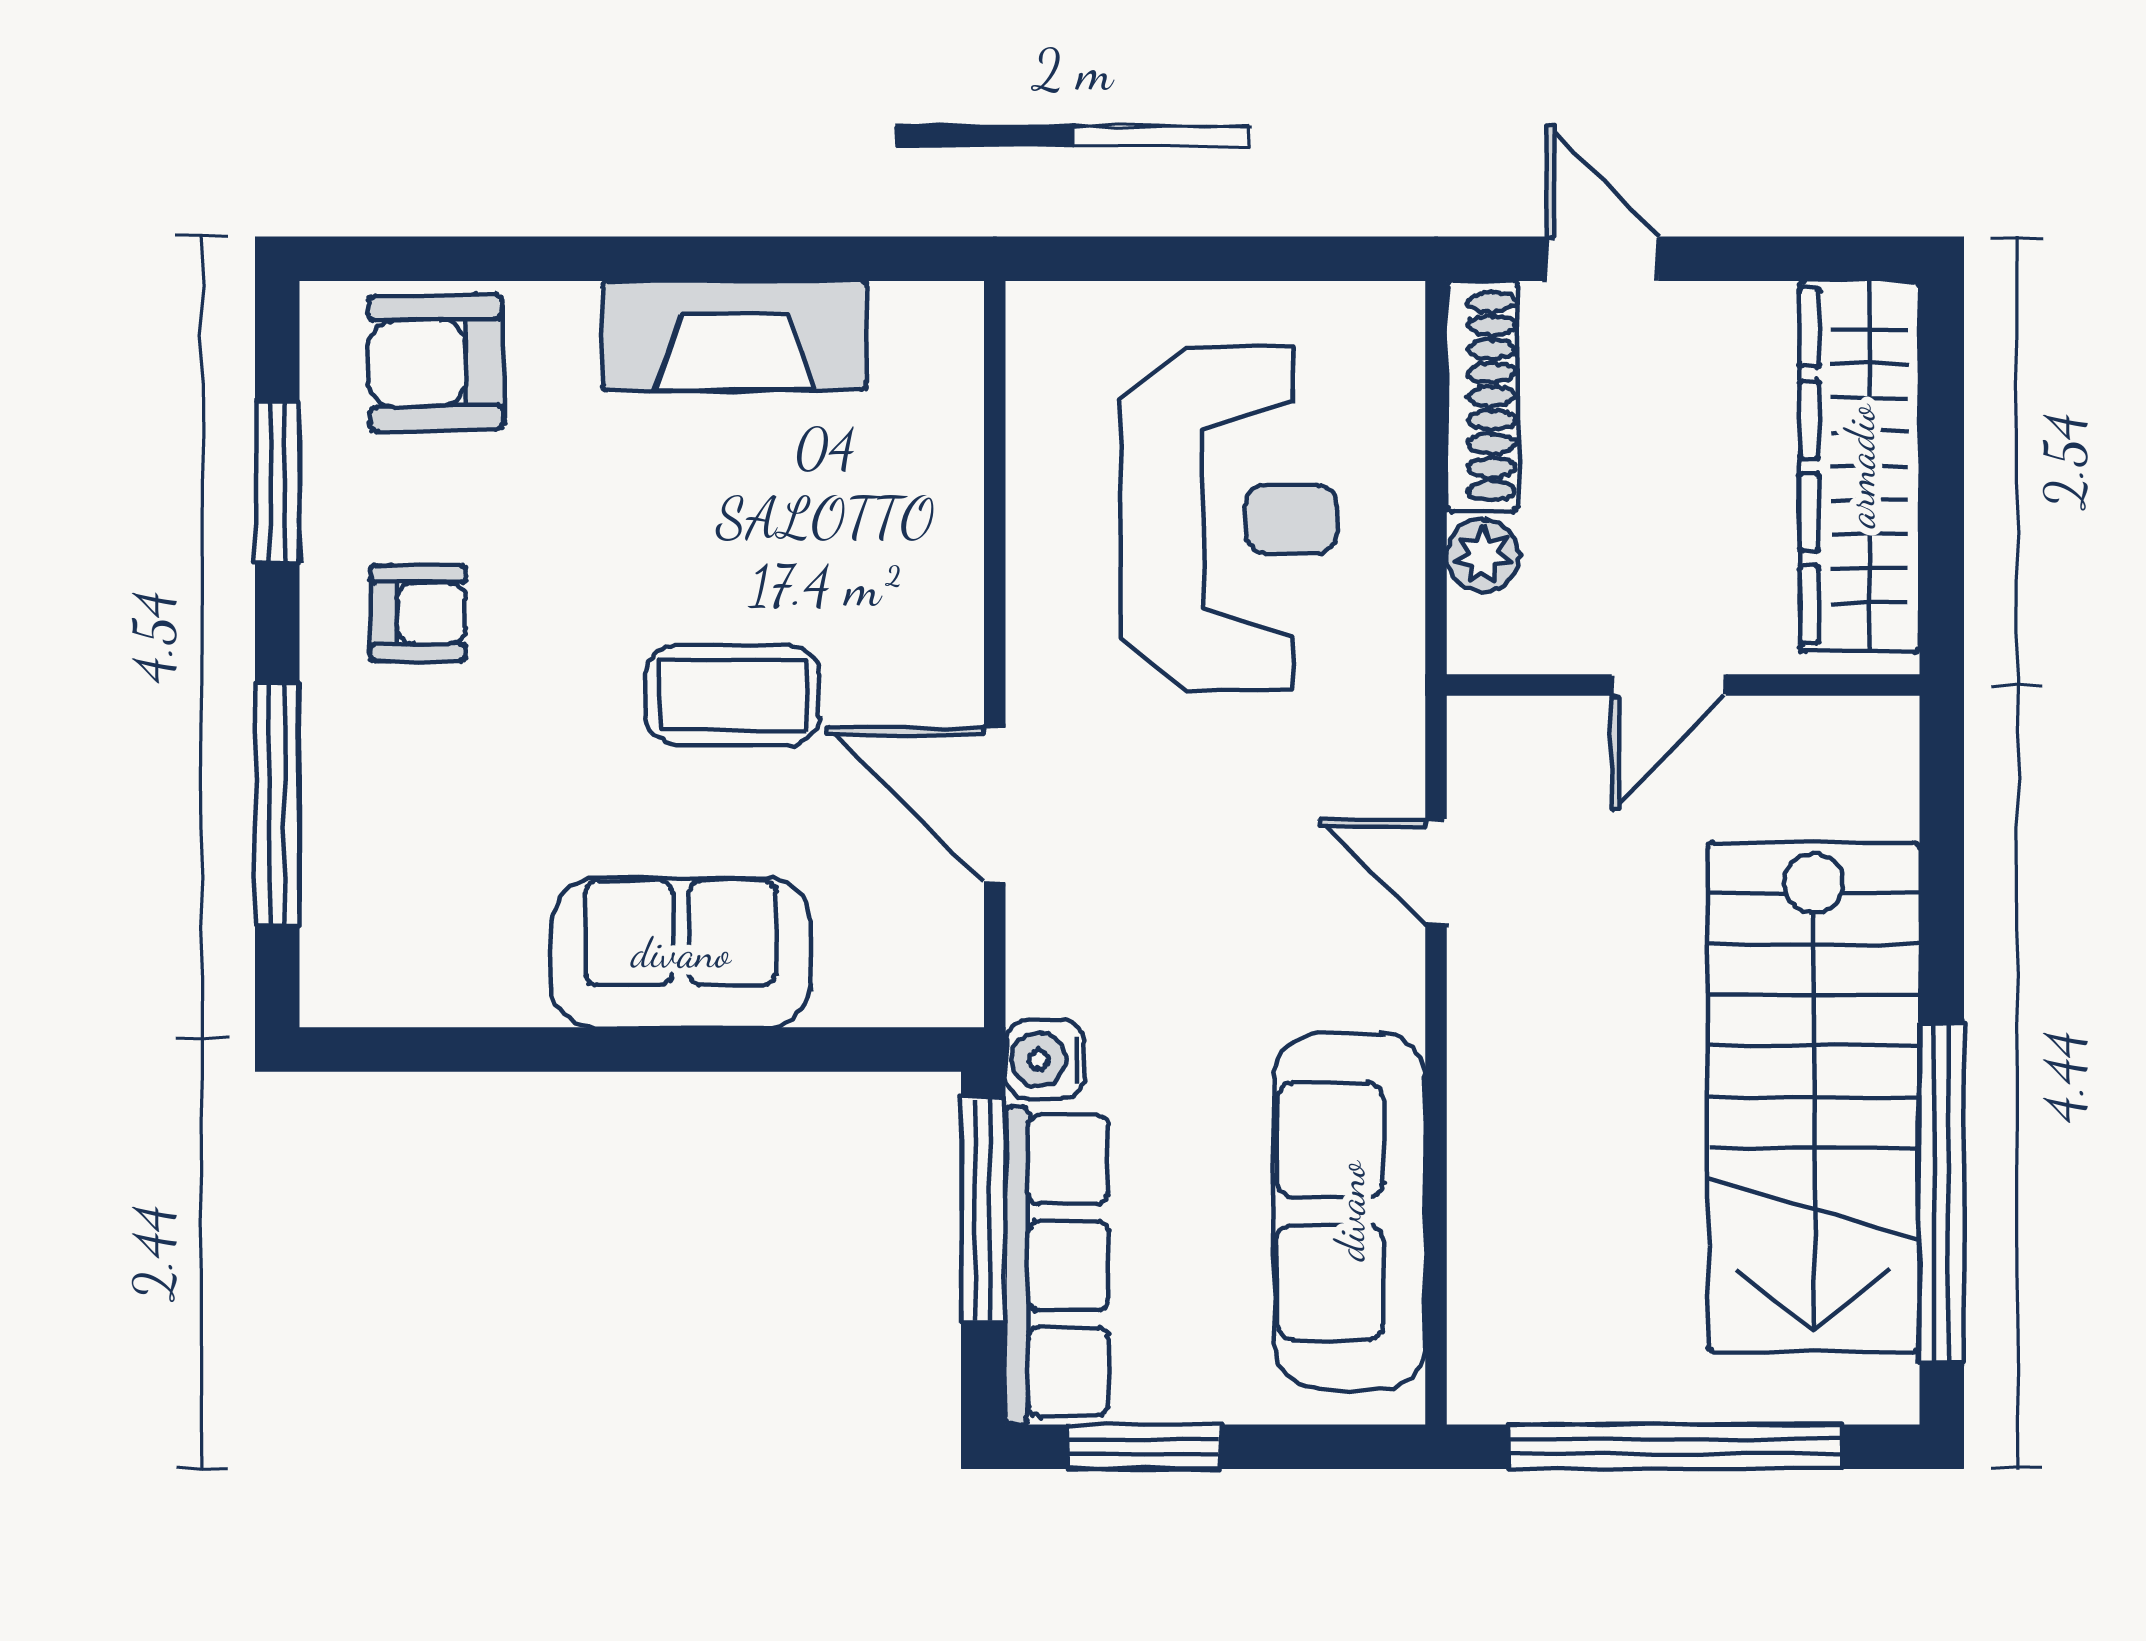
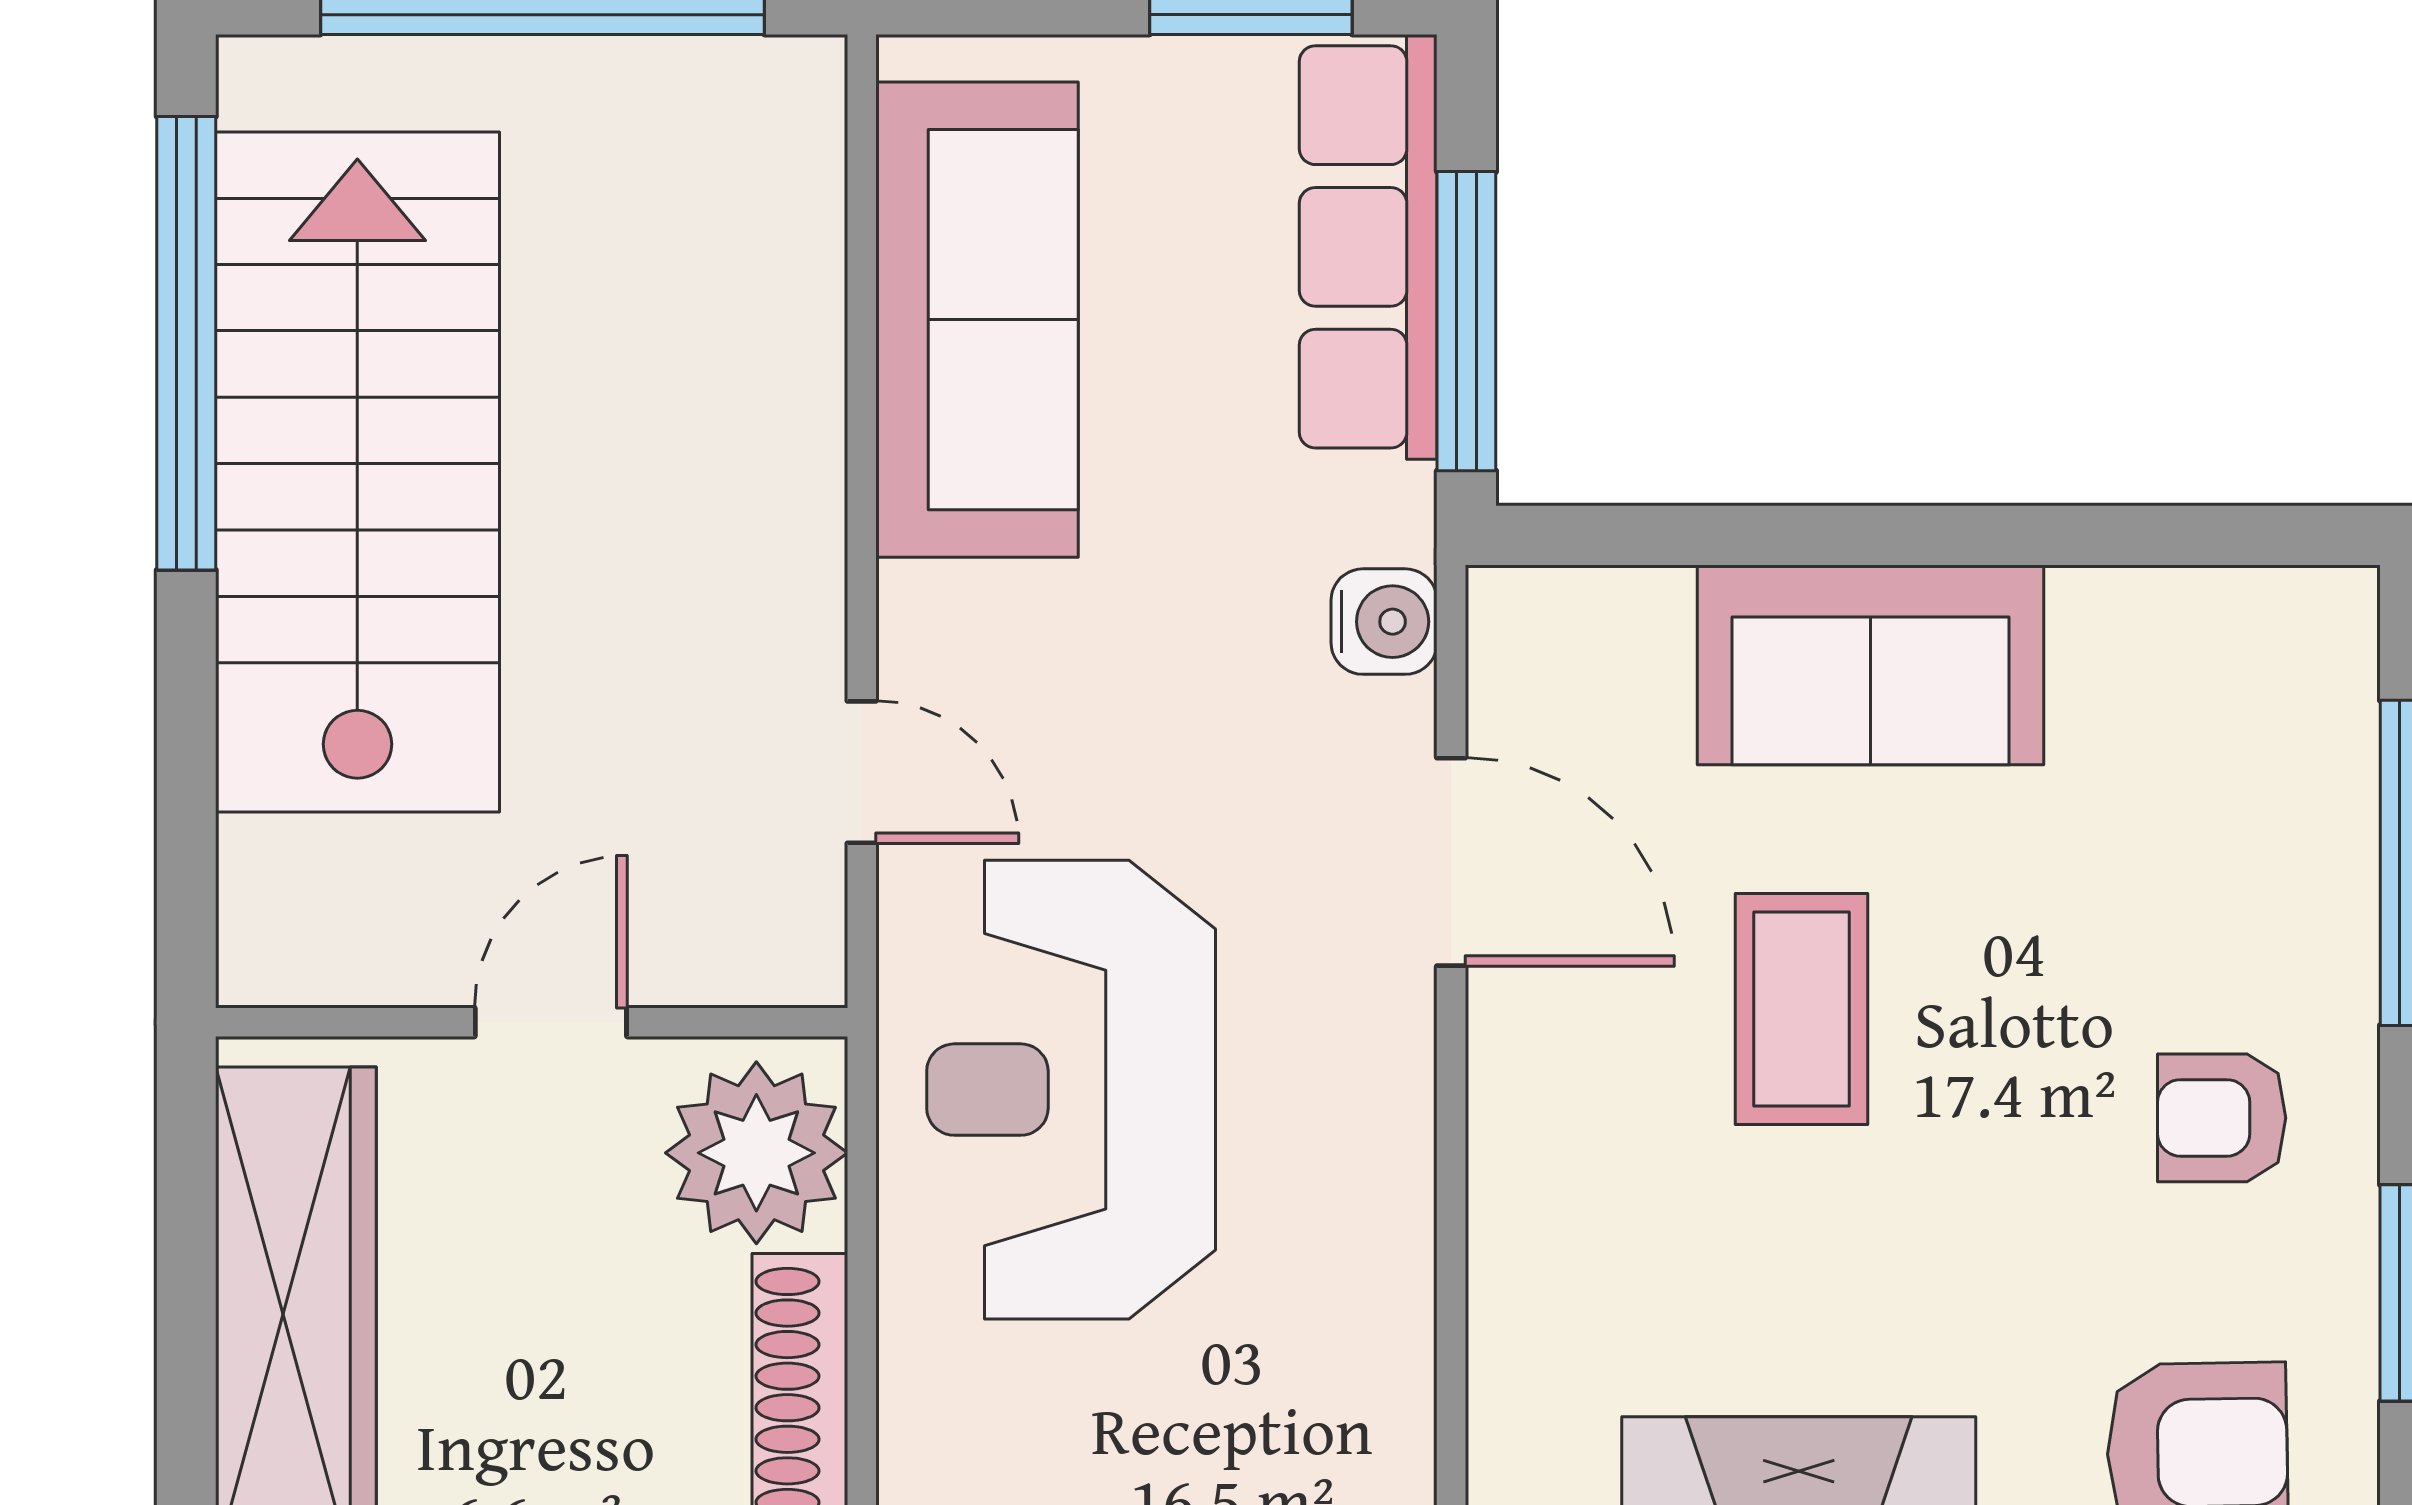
reception desk: (1228, 519) -> (1071, 1090), moved
plant: (1483, 555) -> (756, 1153), width x1.88, depth x1.88
coffee table: (732, 695) -> (1802, 1009), turned 90
water cooler: (1045, 1060) -> (1384, 622), moved

